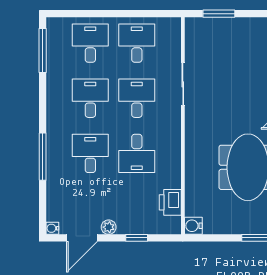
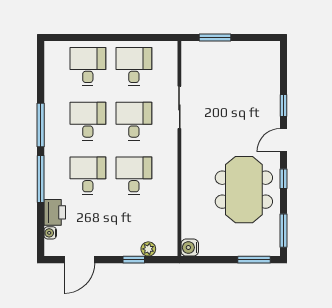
window: (43, 50) -> (41, 125), moved
desk: (137, 153) -> (134, 176), turned 180
printer: (170, 202) -> (55, 212), moved, turned 180
plant: (109, 227) -> (148, 249), moved
water cooler: (52, 228) -> (50, 233), moved

